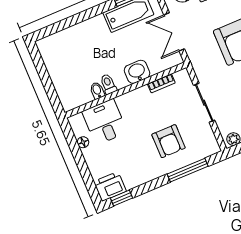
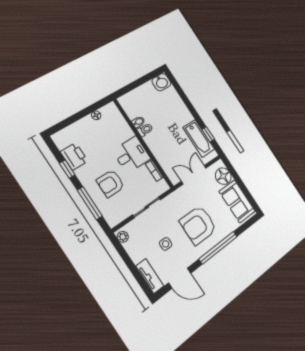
washbasin: (137, 72) -> (161, 82), moved, turned 90
desk: (105, 122) -> (132, 155), moved
printer: (110, 186) -> (74, 156), moved
window: (122, 198) -> (67, 169), moved

